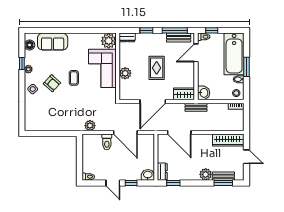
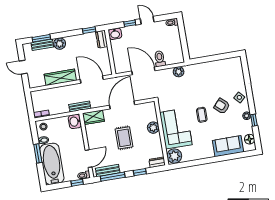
wardrobe: (228, 140) -> (60, 77), moved

